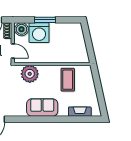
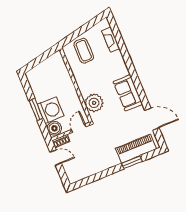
coffee table: (68, 80) -> (84, 51), moved, turned 90
sofa: (42, 108) -> (128, 93), moved

